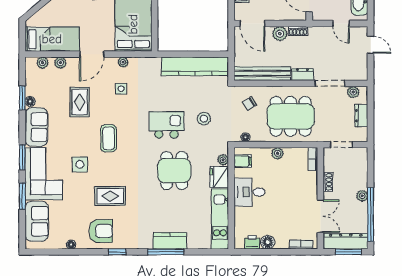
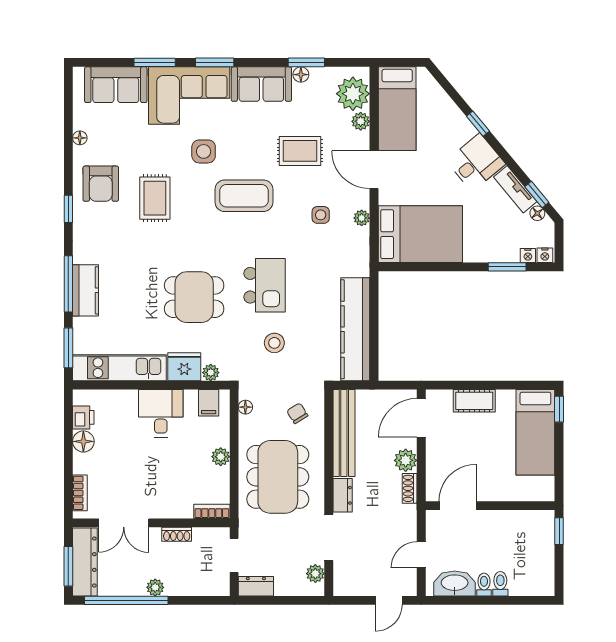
plant: (43, 63) -> (353, 94), width x1.87, depth x1.87
dresser: (361, 116) -> (256, 586), moved
coffee table: (109, 138) -> (244, 196), width x1.36, depth x1.32
window: (207, 252) -> (68, 348), added

